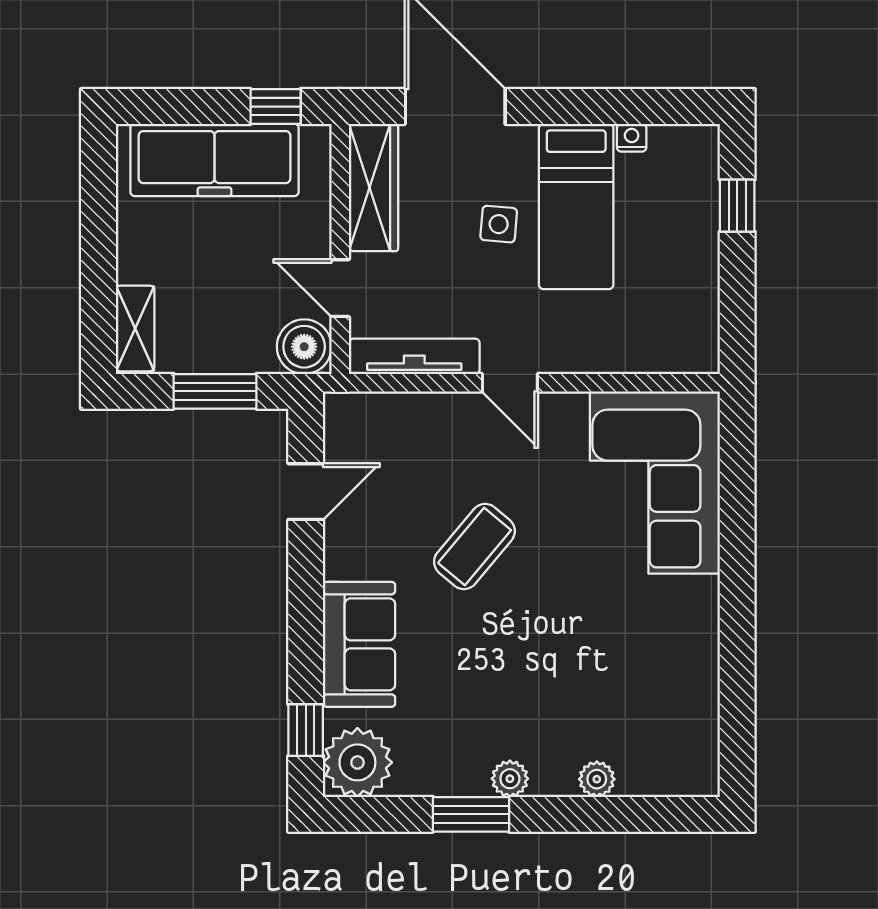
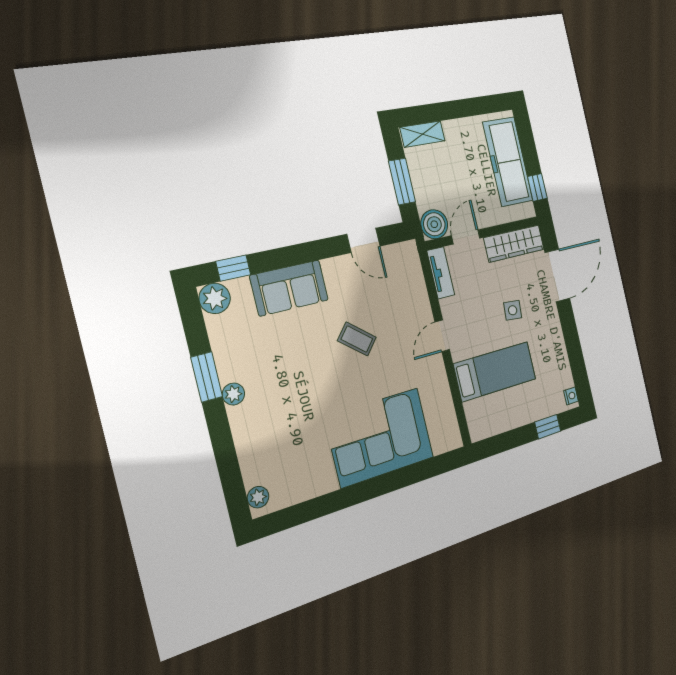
nightstand: (632, 138) -> (571, 396), moved
bed: (576, 206) -> (495, 371), moved, turned 180
tv unit: (414, 356) -> (441, 273), width x0.71
corner sofa: (655, 483) -> (380, 437), moved
coffee table: (474, 547) -> (357, 339), width x0.73, depth x0.77
plant: (357, 762) -> (215, 298), width x0.73, depth x0.73
plant: (597, 779) -> (258, 497), moved

